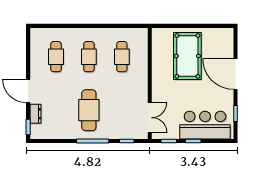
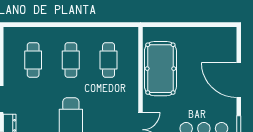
pool table: (187, 56) -> (160, 69), moved

